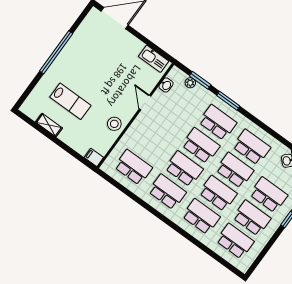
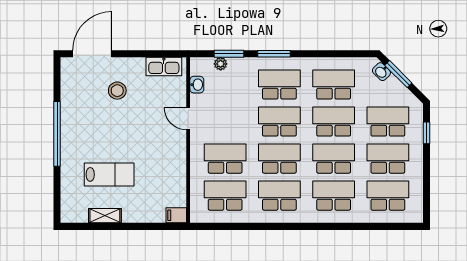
stool: (114, 124) -> (117, 91), moved
school desk: (150, 144) -> (225, 159), added

